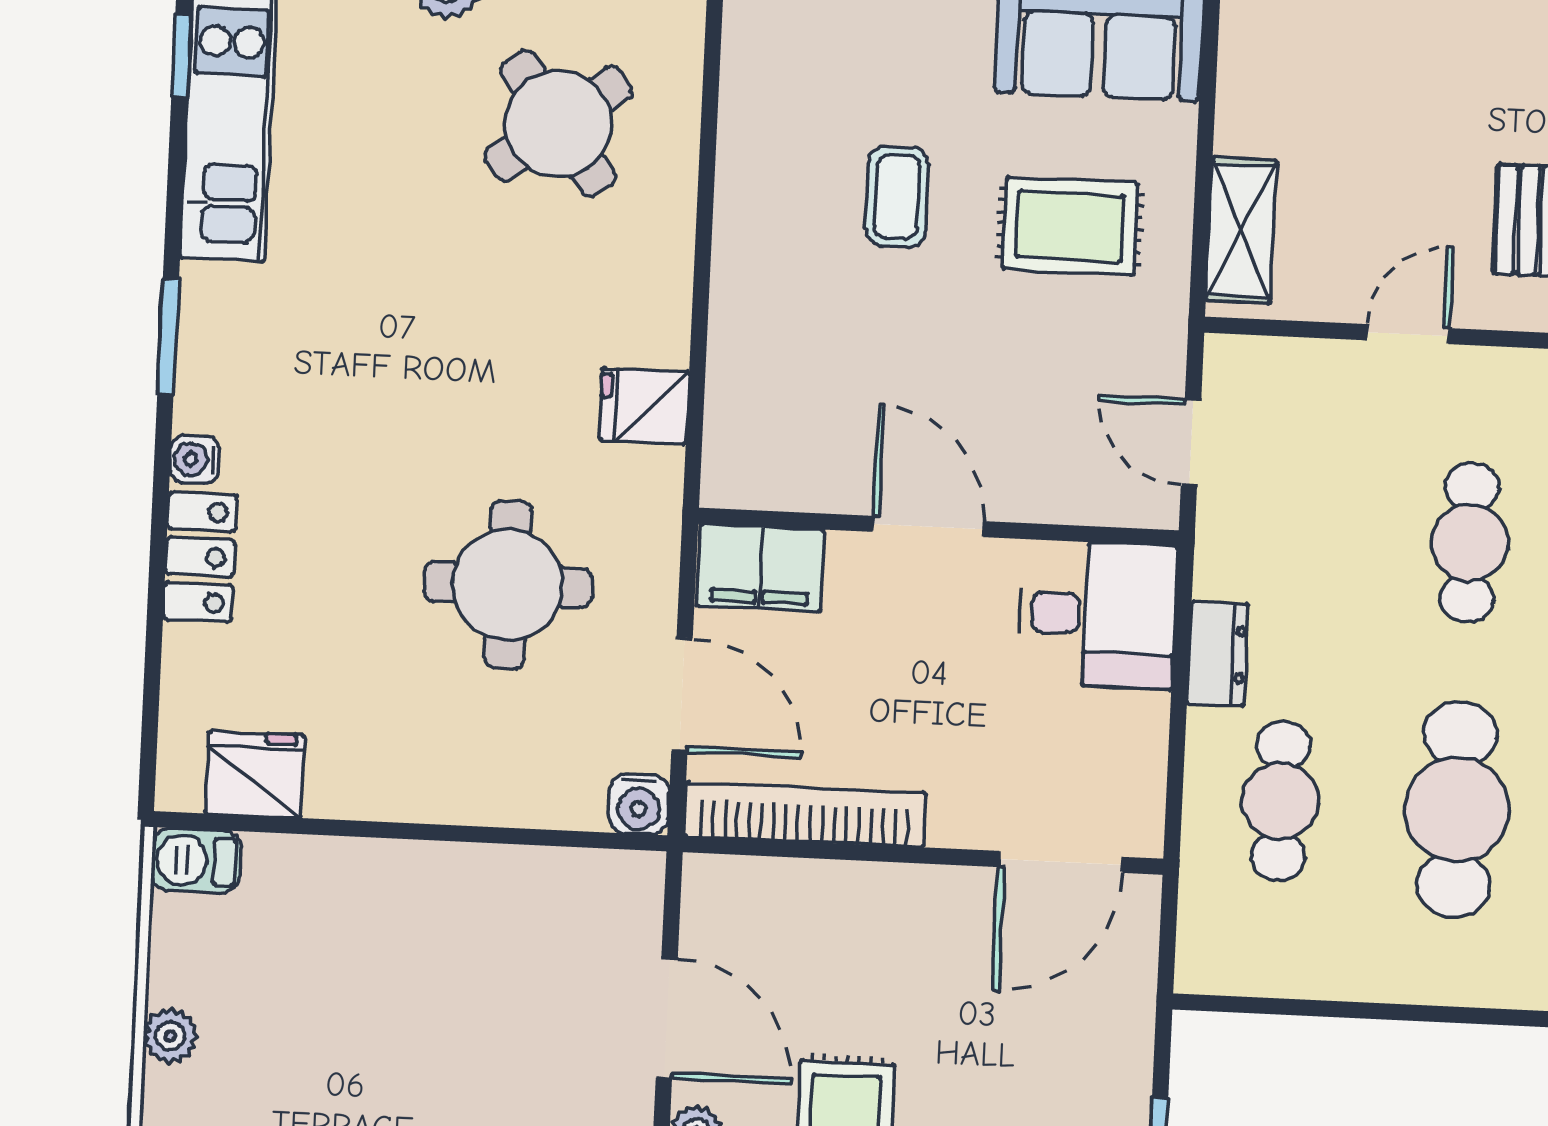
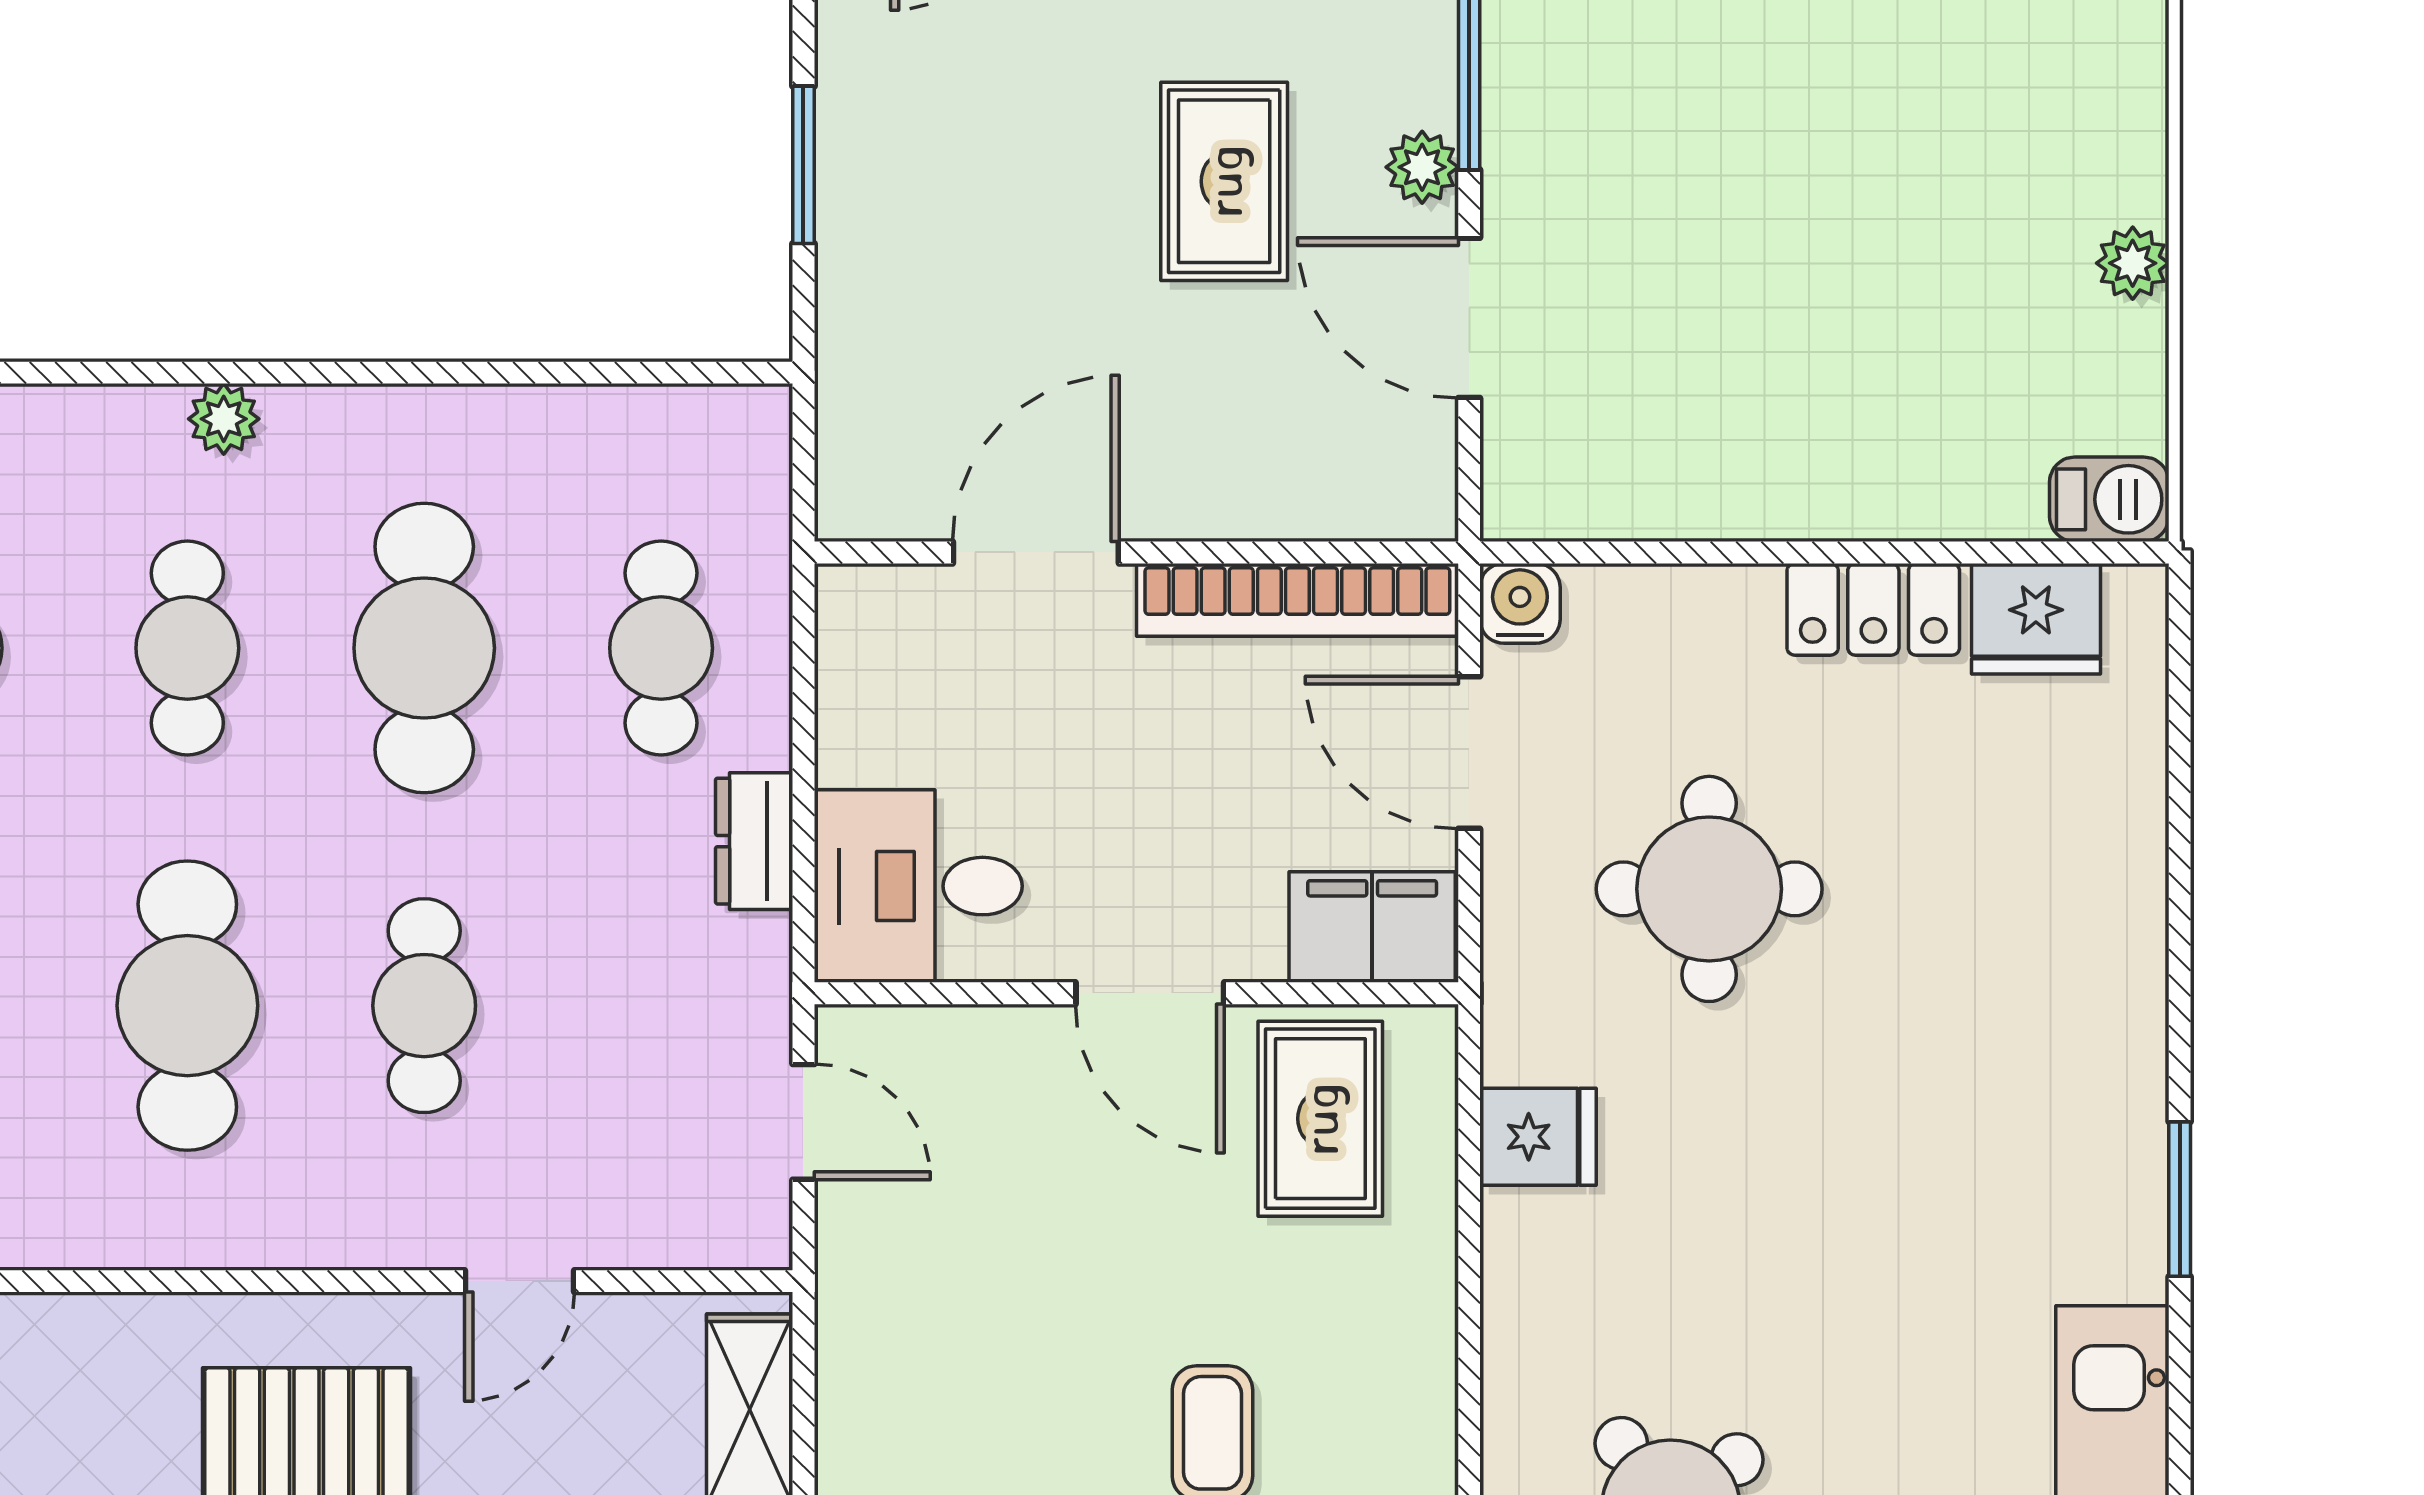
rug: (1070, 226) -> (1320, 1119), moved, turned 90
water cooler: (194, 459) -> (2137, 1037), removed
locker: (200, 557) -> (1873, 609), moved, turned -90
door: (1061, 862) -> (1036, 552), moved

